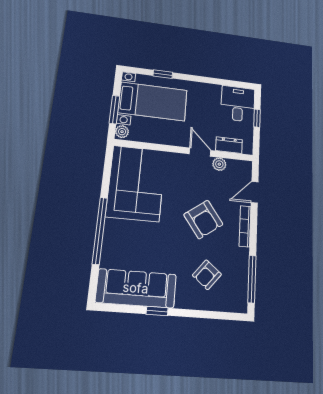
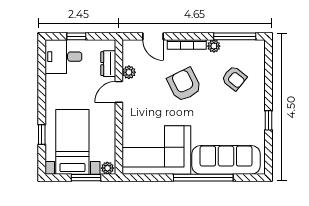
armchair: (203, 219) -> (184, 85), turned -80
plant: (242, 255) -> (214, 46), added
sofa: (136, 288) -> (226, 160), moved, turned 90

